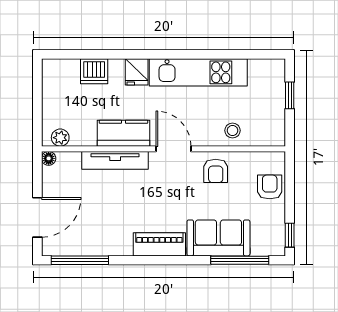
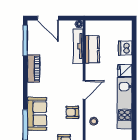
kitchen counter: (123, 133) -> (92, 49), moved
plant: (60, 138) -> (90, 30), removed
tv unit: (115, 160) -> (78, 46), moved
piano: (159, 244) -> (34, 69), moved

